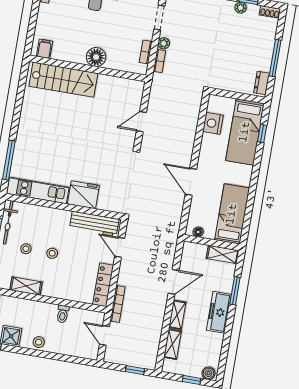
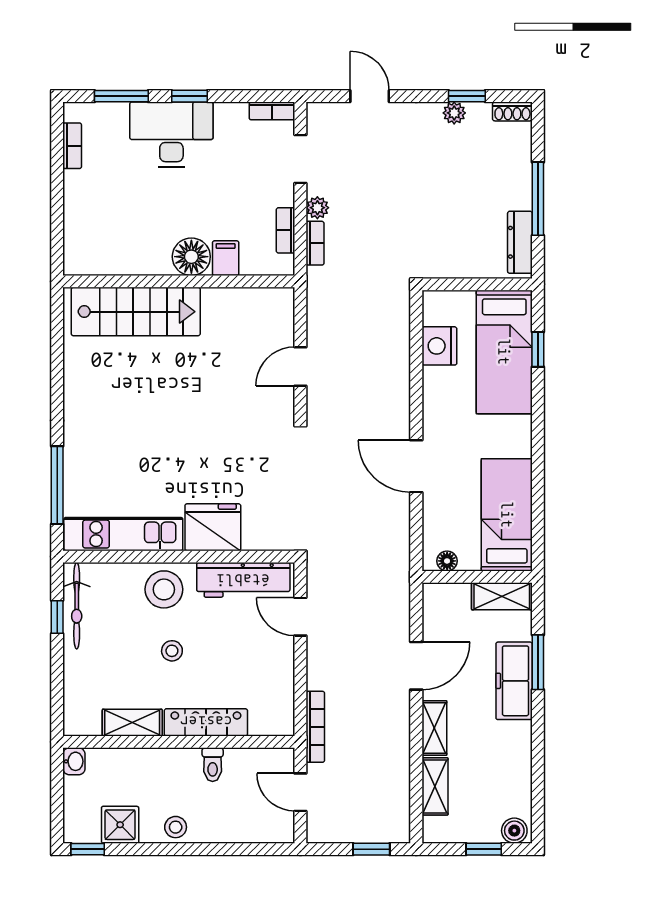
filing cabinet: (45, 49) -> (226, 258), moved
dresser: (262, 83) -> (520, 242), width x1.44
stool: (26, 249) -> (164, 589), moved, width x1.89, depth x1.89
locker: (103, 285) -> (206, 722), moved, turned 90
freezer: (219, 312) -> (514, 681), moved

